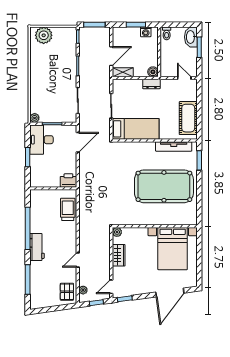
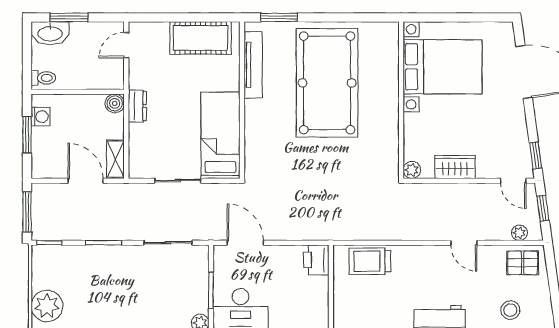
stool: (41, 285) -> (510, 310), added

